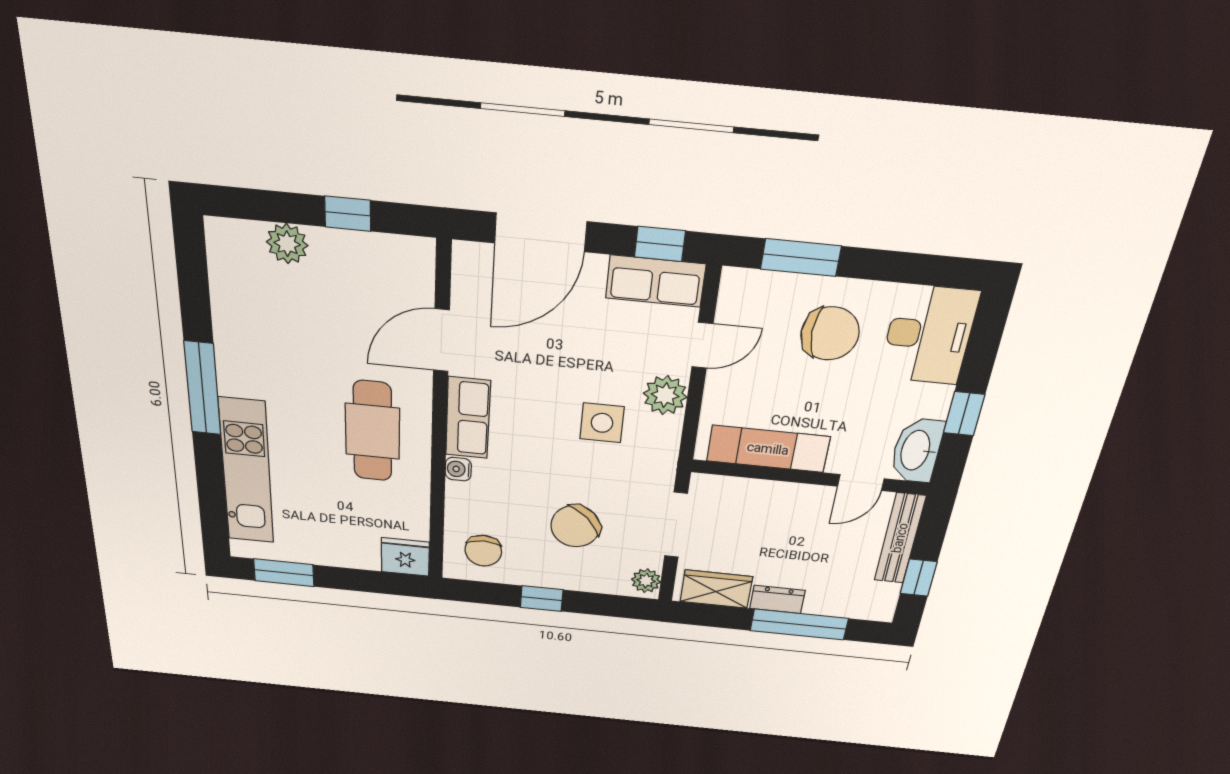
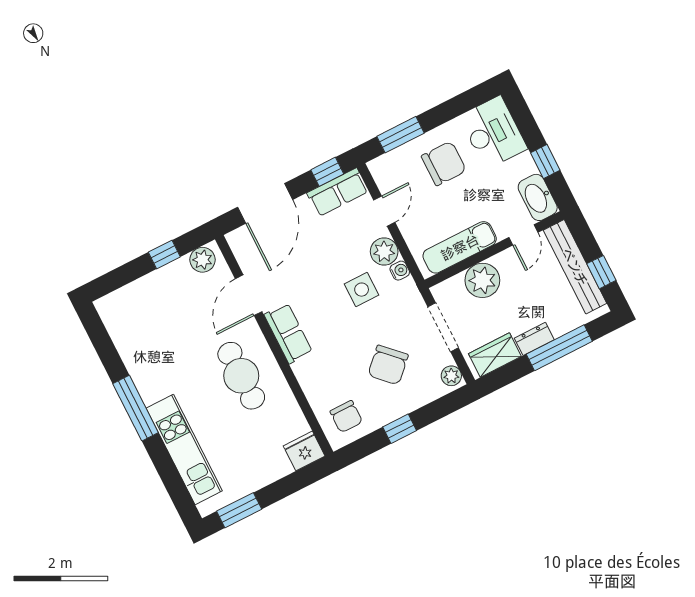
plant: (287, 244) -> (202, 260), moved
water cooler: (458, 469) -> (400, 271), moved, turned 180
plant: (766, 503) -> (482, 280), added
bench: (900, 538) -> (575, 267), width x1.37, depth x1.21

